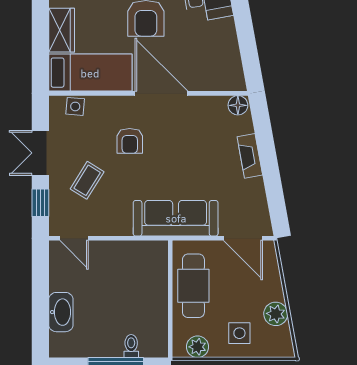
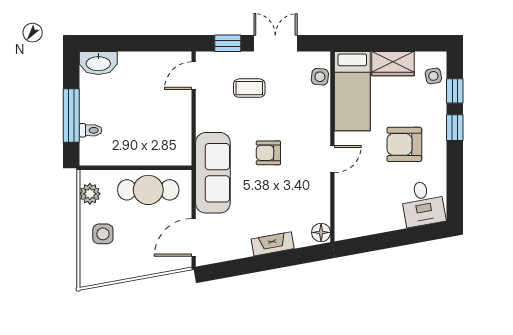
door: (161, 93) -> (332, 159), width x0.53
armchair: (130, 141) -> (268, 153), moved
coffee table: (87, 180) -> (249, 88), turned -32
washbasin: (61, 312) -> (98, 63), moved
plant: (276, 314) -> (121, 269), removed

